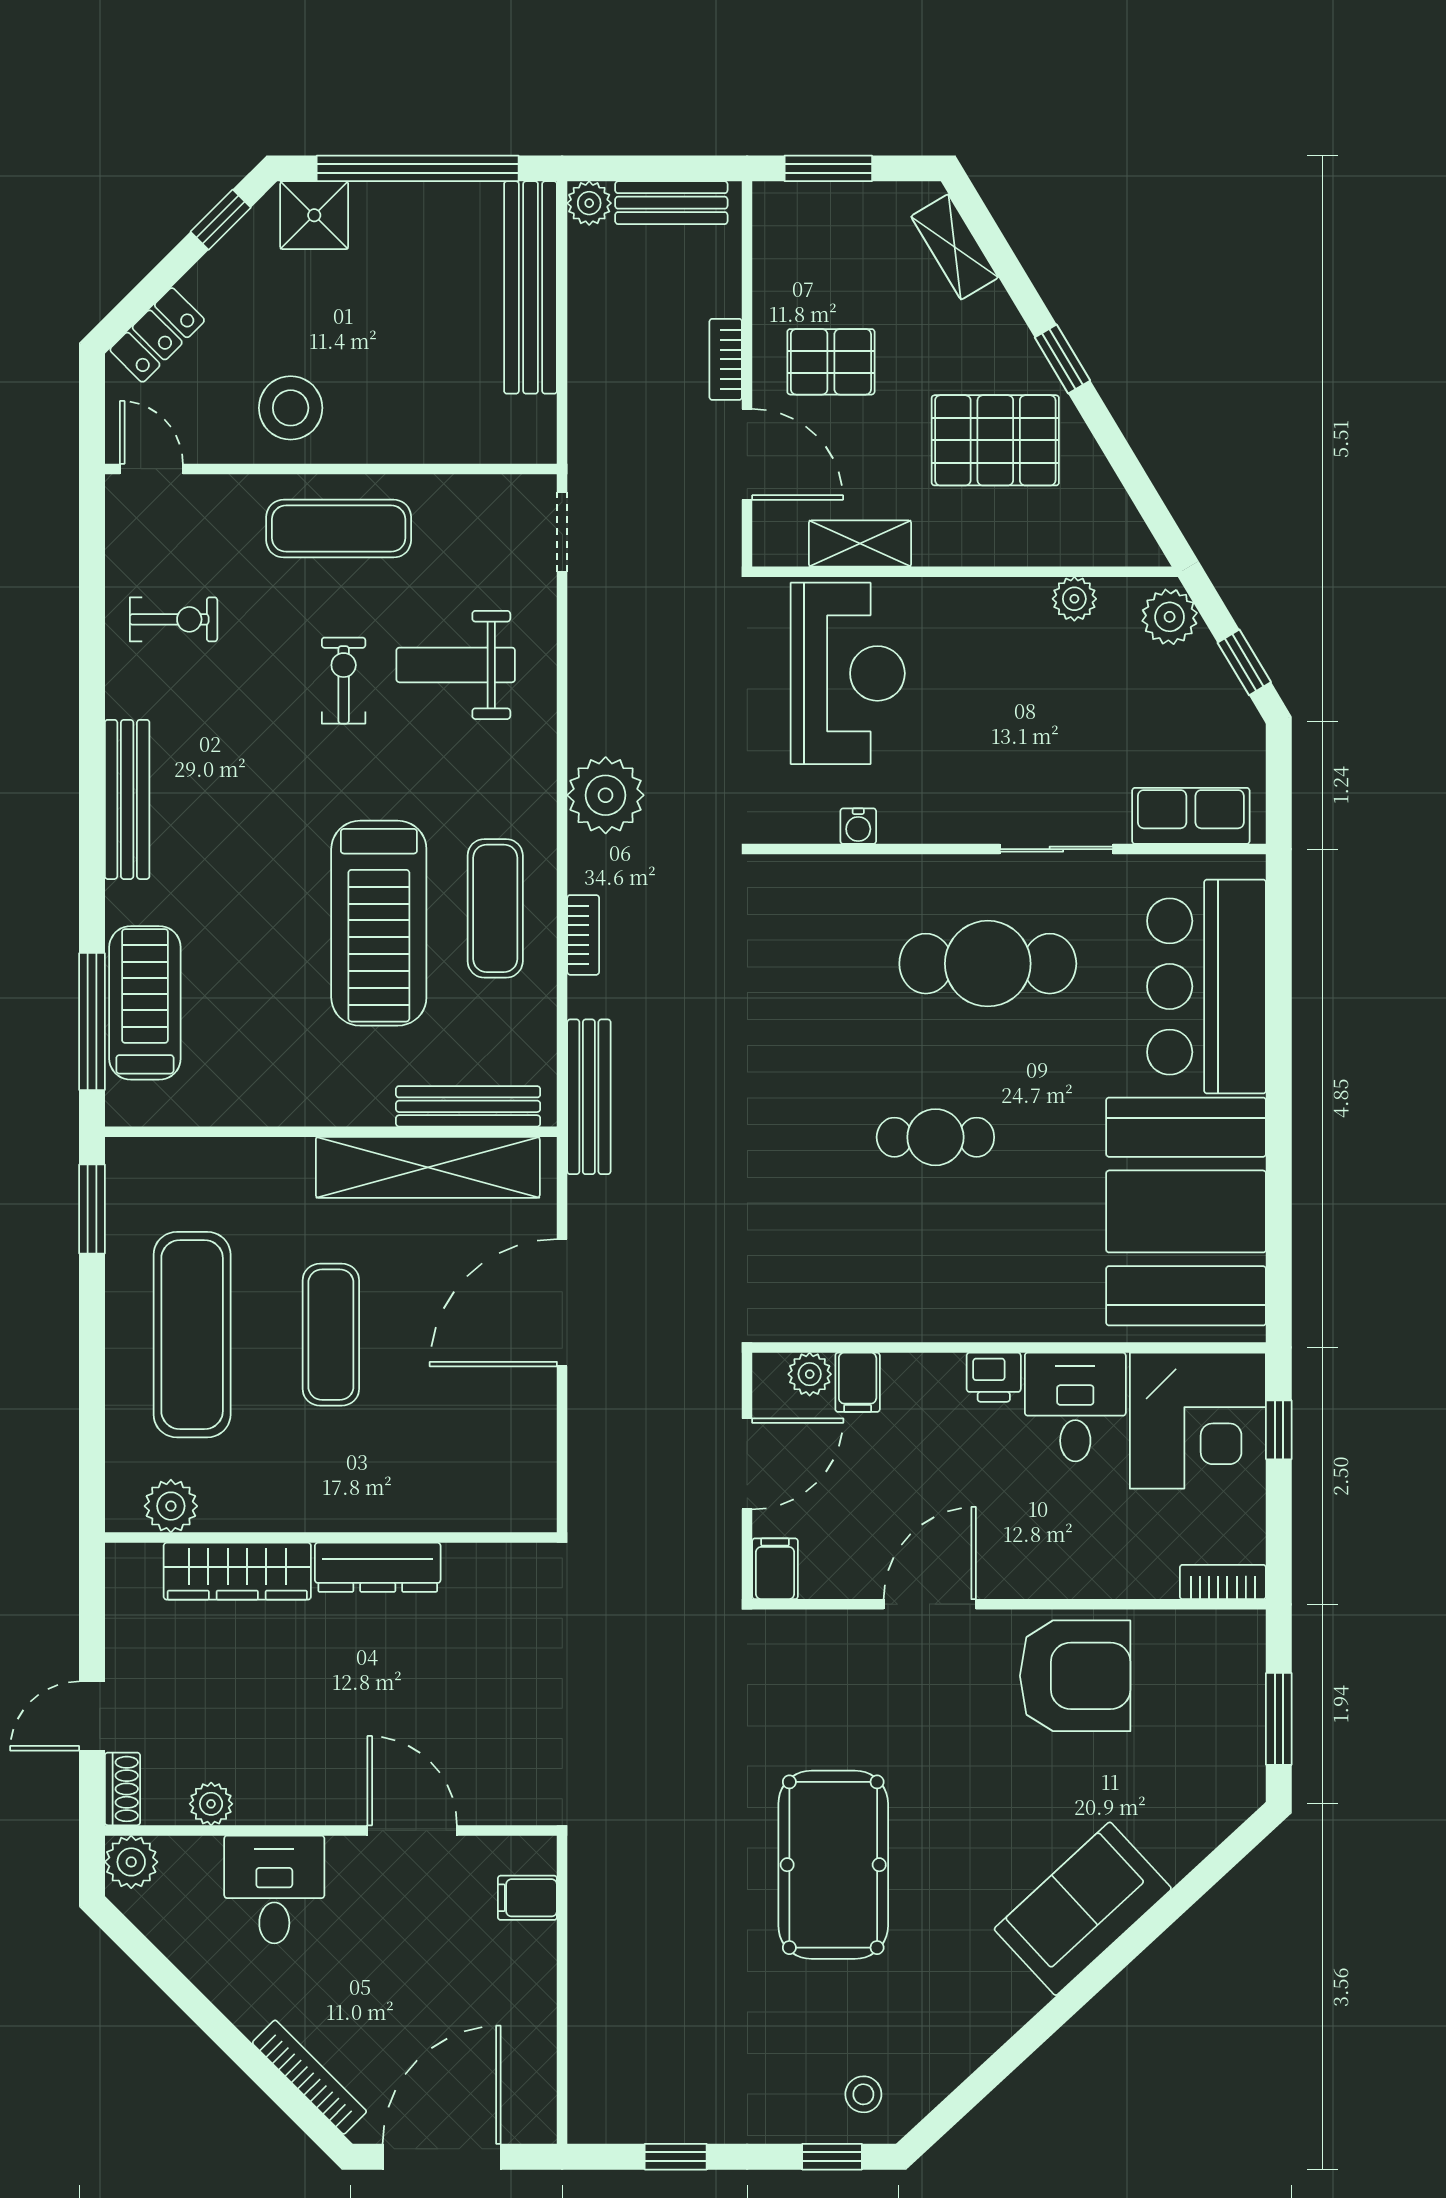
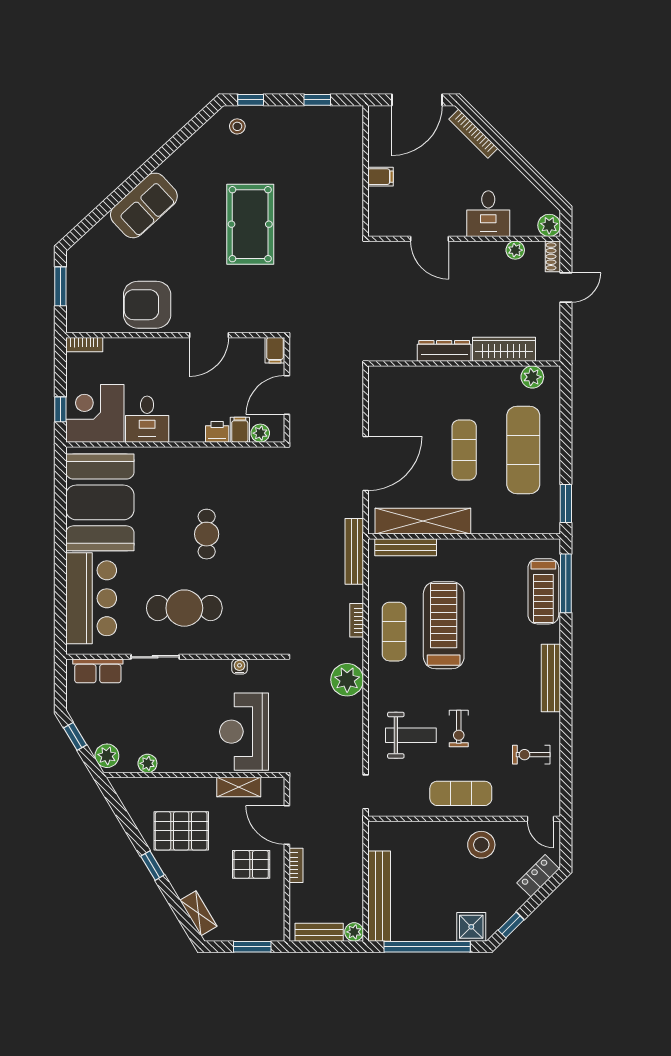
cafe table: (935, 1137) -> (207, 534), turned 90
printer: (994, 1377) -> (217, 432), moved
filing cabinet: (527, 1898) -> (380, 177), moved

